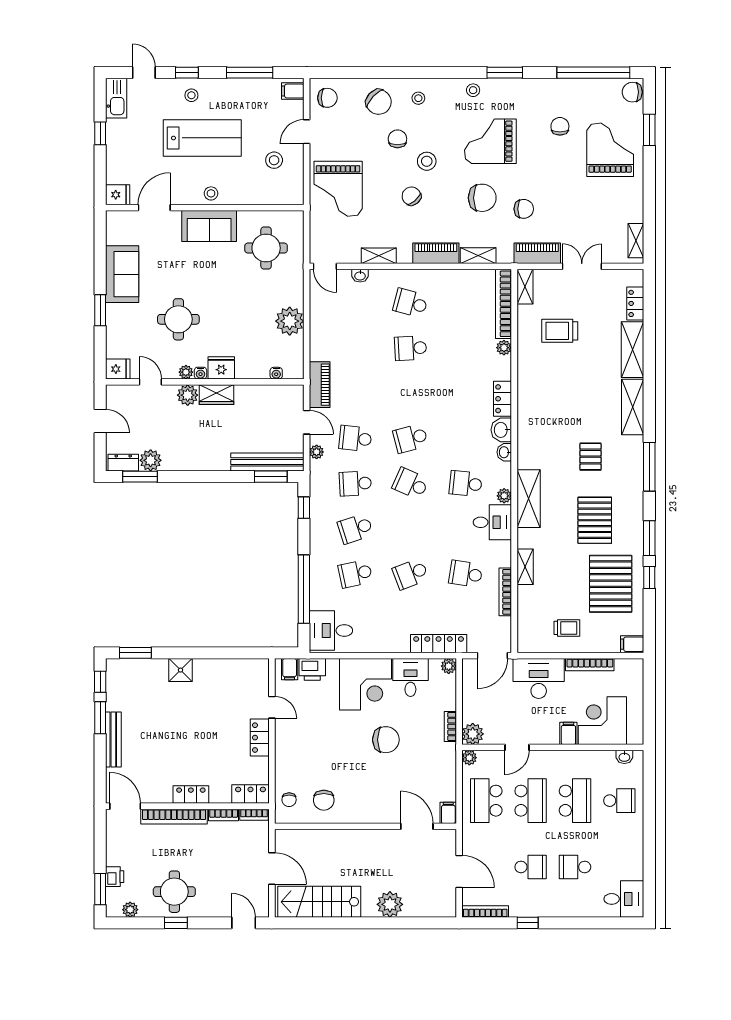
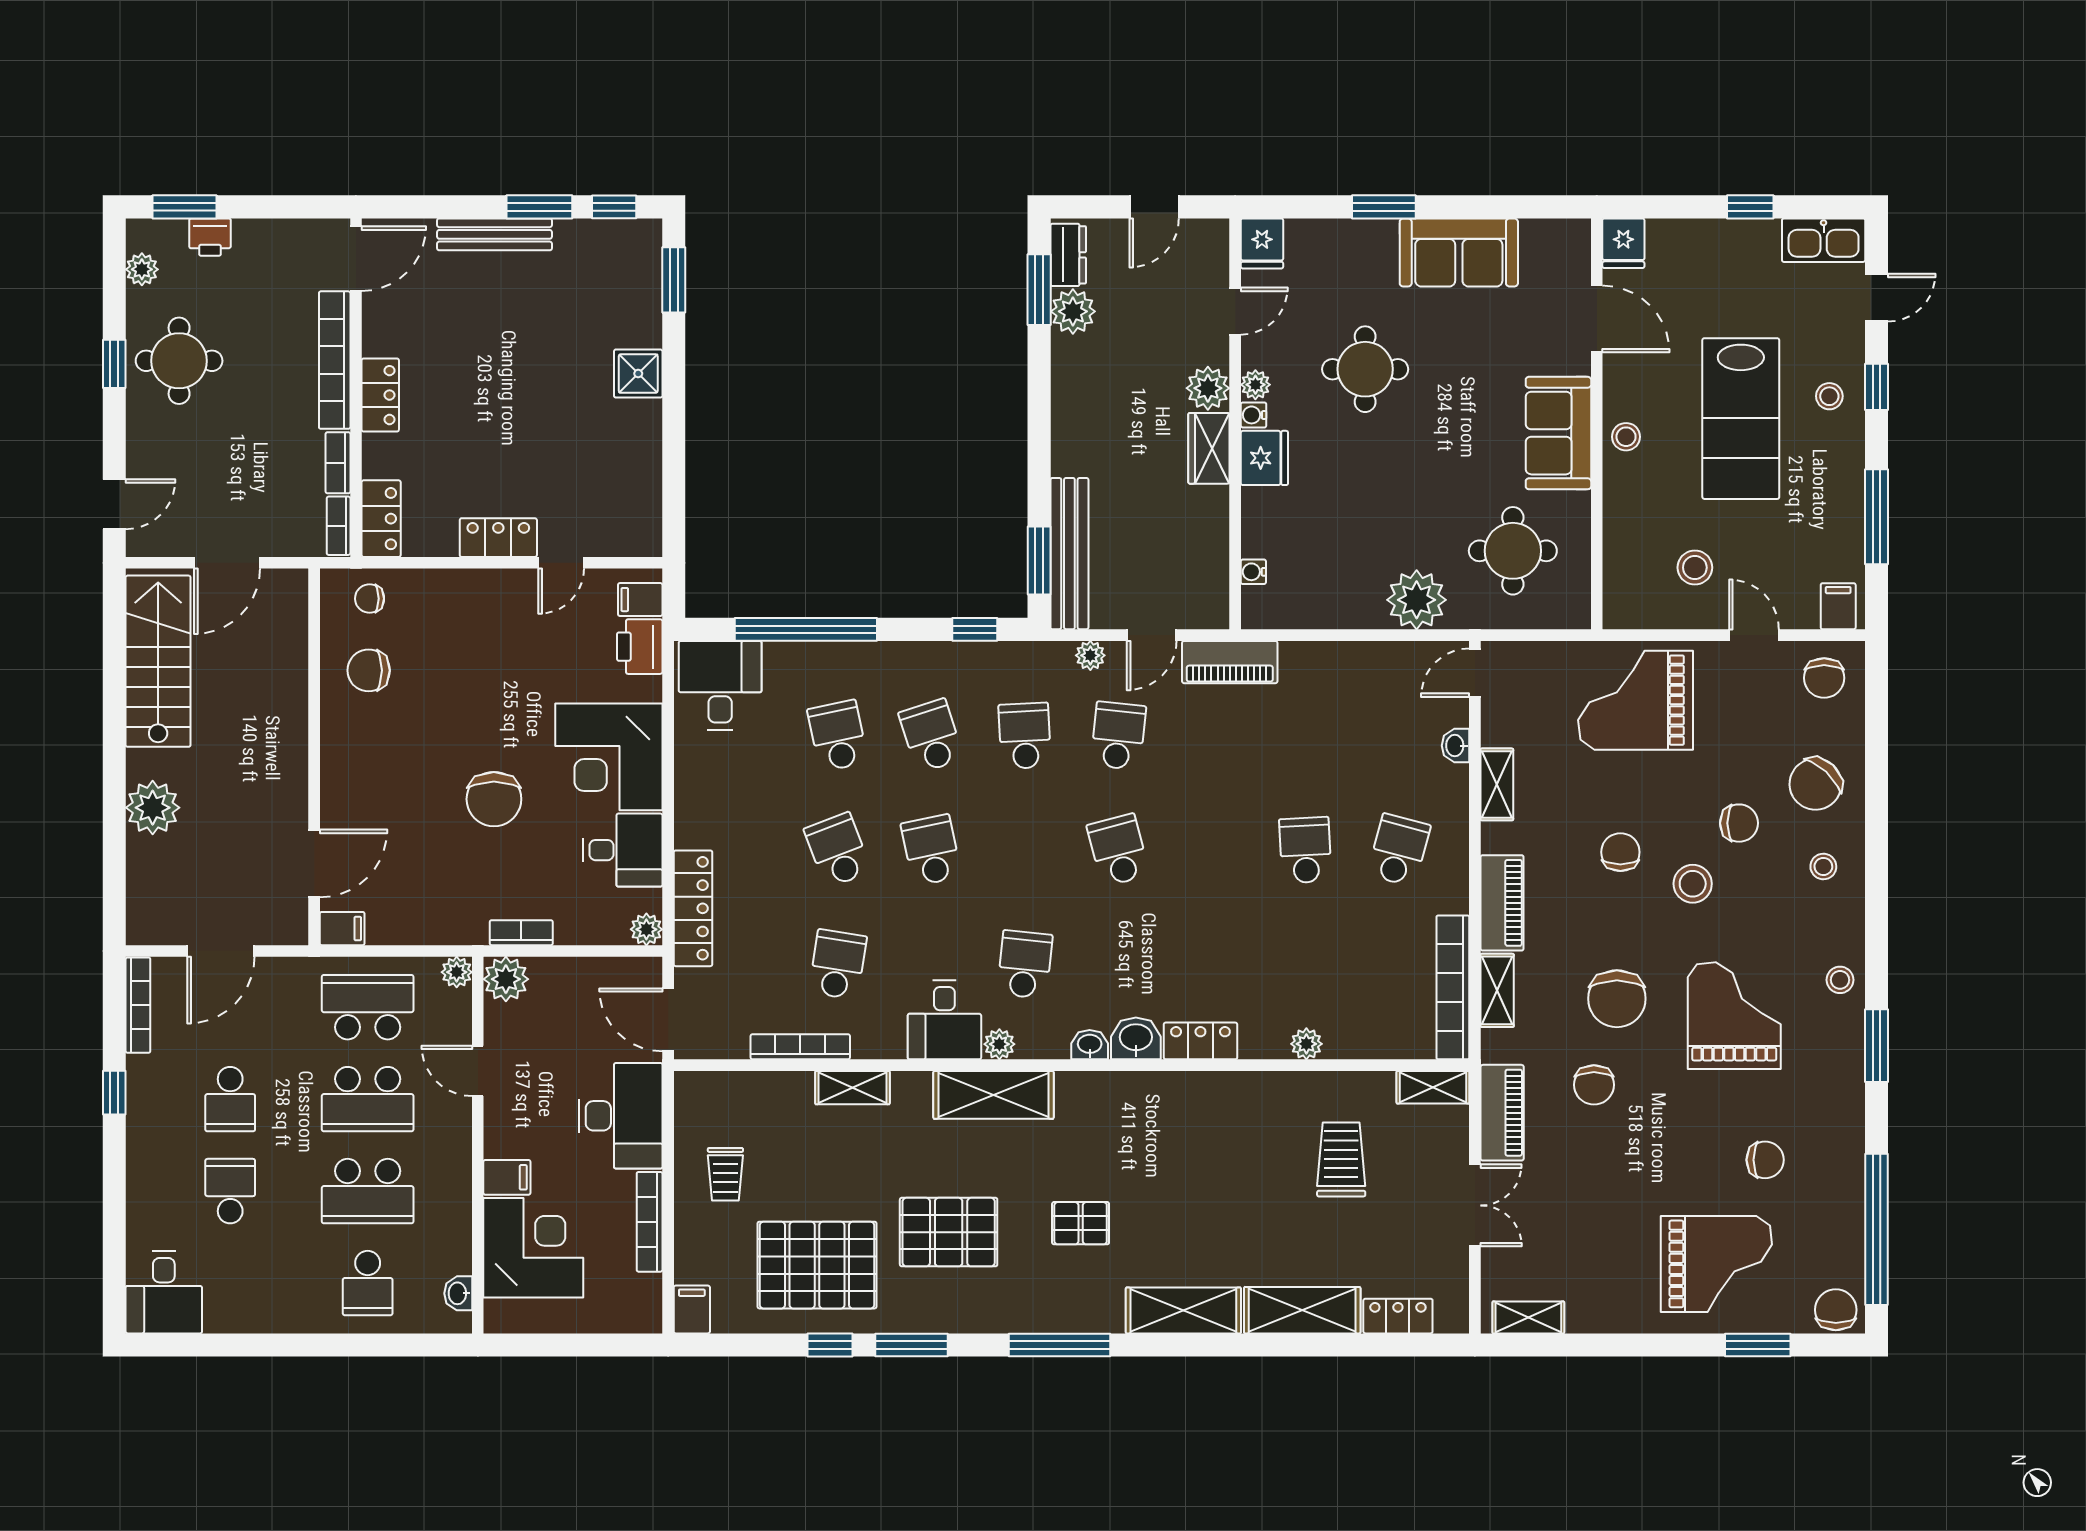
chair: (411, 196) -> (1620, 852), turned -50
bookcase: (504, 304) -> (1453, 987), moved, turned -90
plant: (290, 321) -> (1417, 600), moved
school desk: (410, 484) -> (931, 850), moved, turned -36

